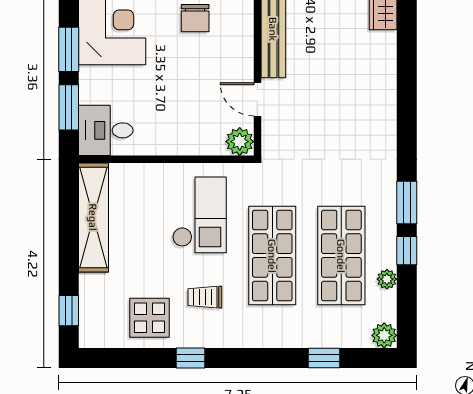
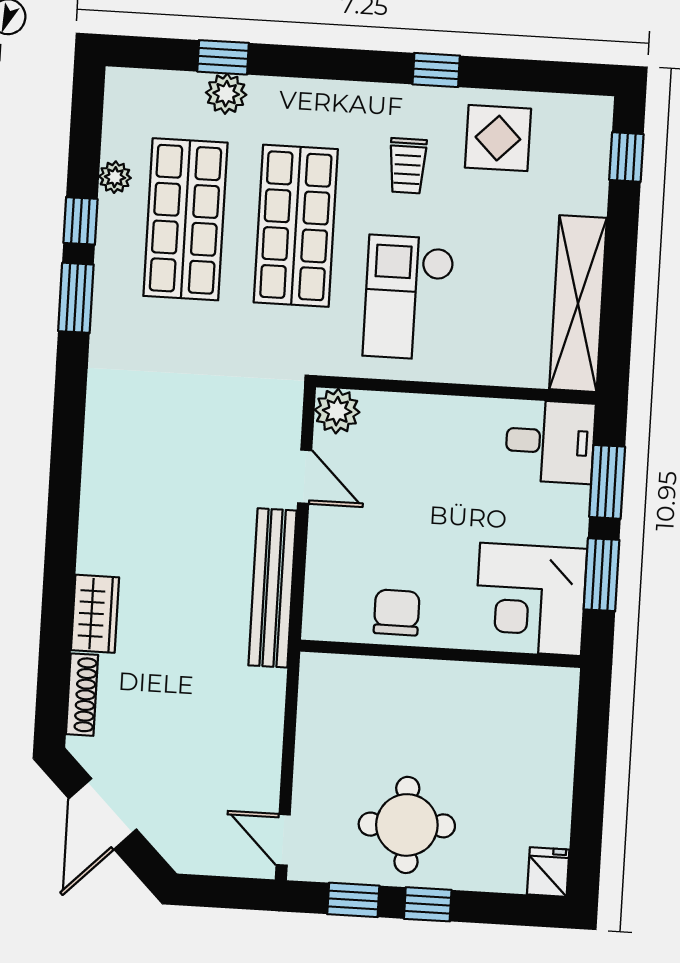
trolley: (205, 297) -> (407, 166), turned 90
plant: (384, 335) -> (226, 94), moved

